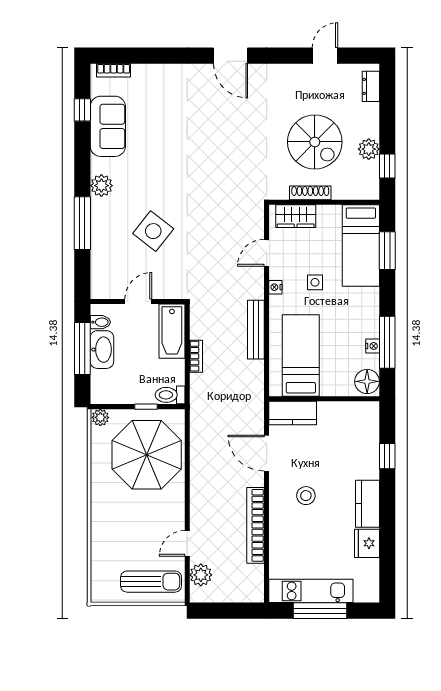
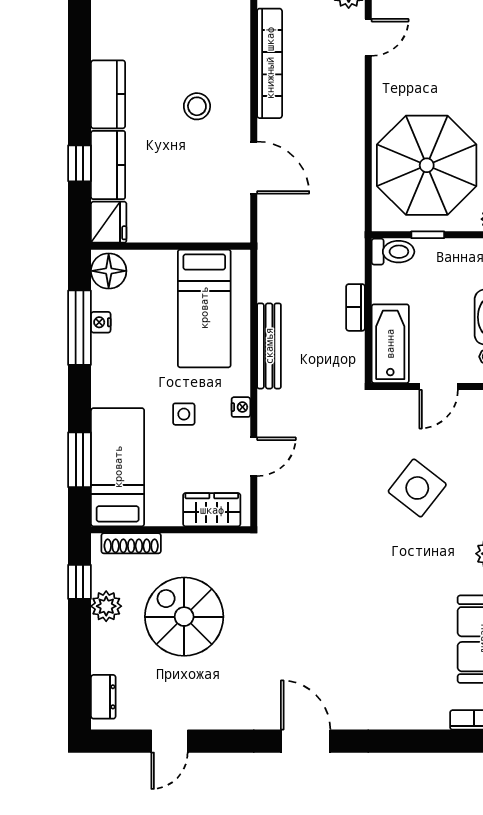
shoe rack: (310, 193) -> (131, 543), moved
kitchen counter: (293, 413) -> (108, 165), moved, turned 90
fridge: (367, 543) -> (109, 222), moved

